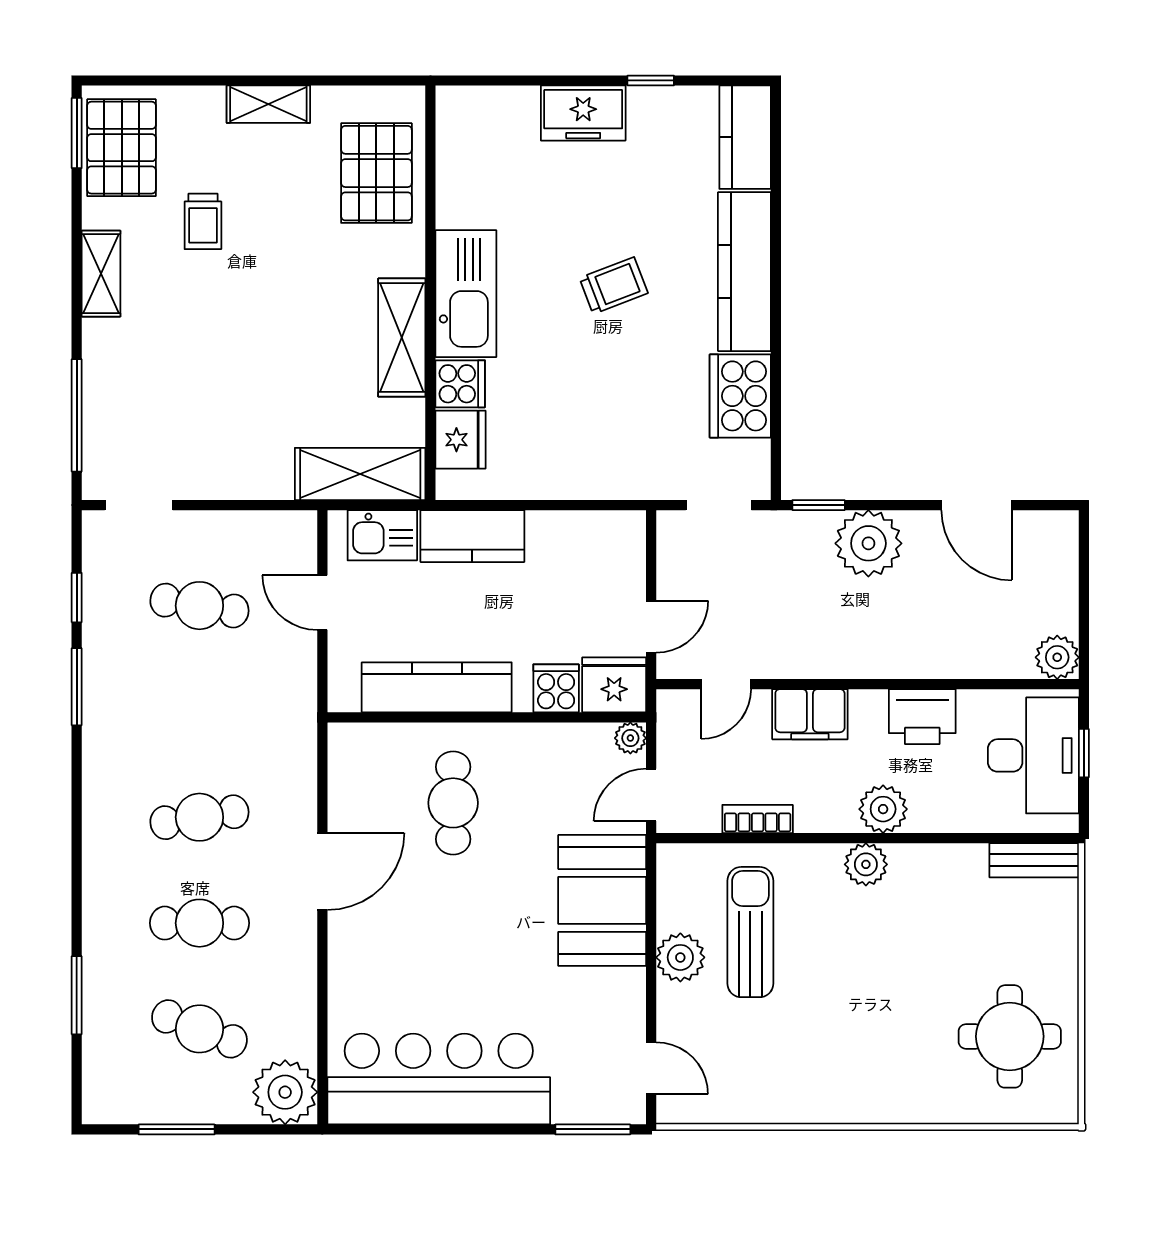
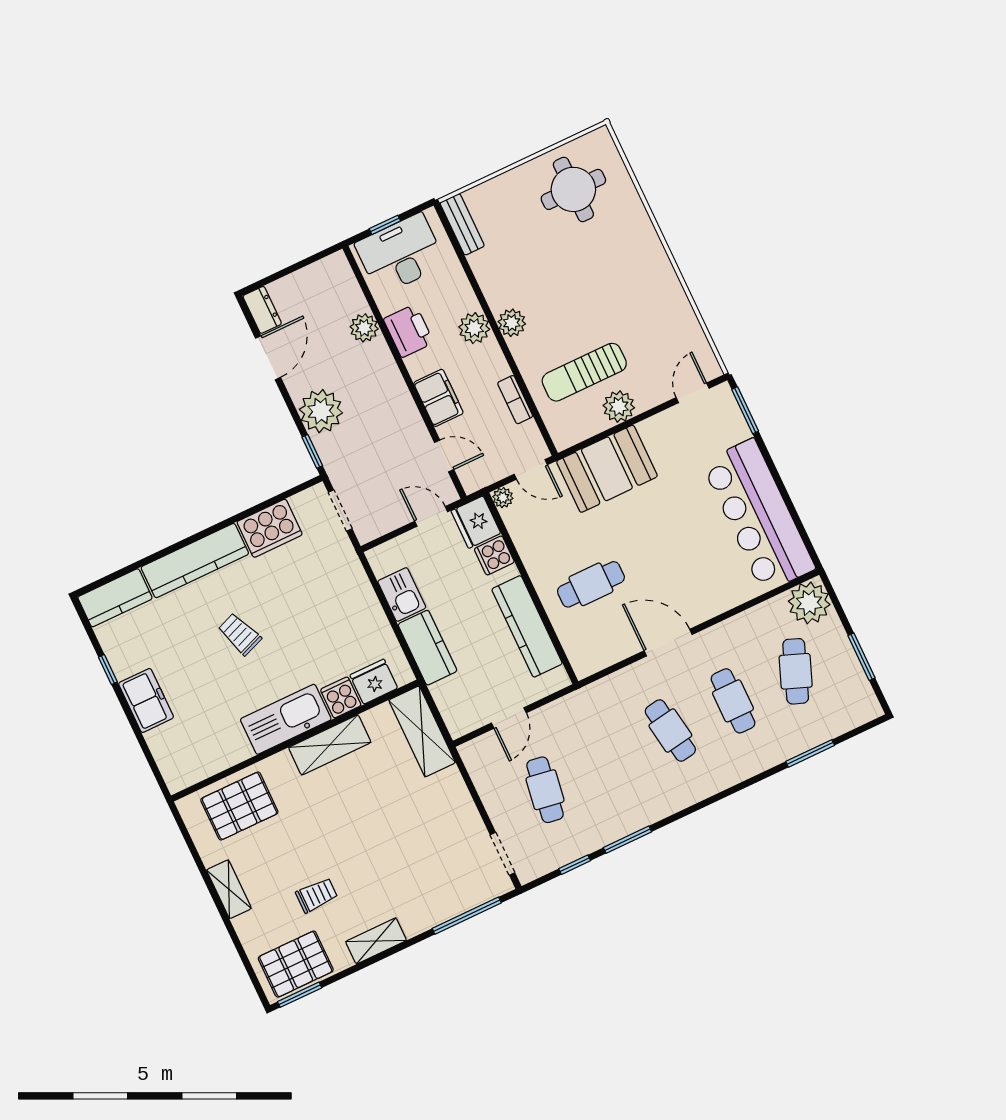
dresser: (1047, 528) -> (262, 310), added
kitchen sink: (382, 535) -> (402, 595), moved
plant: (1057, 657) -> (364, 328), moved

